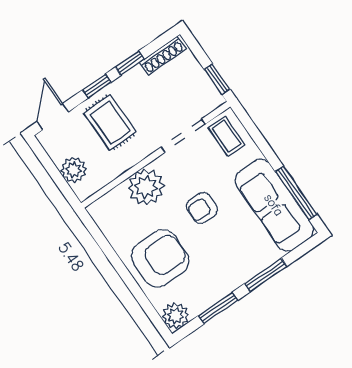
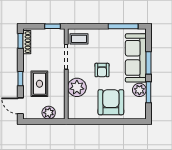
window: (130, 63) -> (20, 41), moved
rug: (110, 123) -> (39, 84), turned 90
sofa: (274, 205) -> (136, 58), moved, turned 90
plant: (175, 316) -> (139, 90), moved

